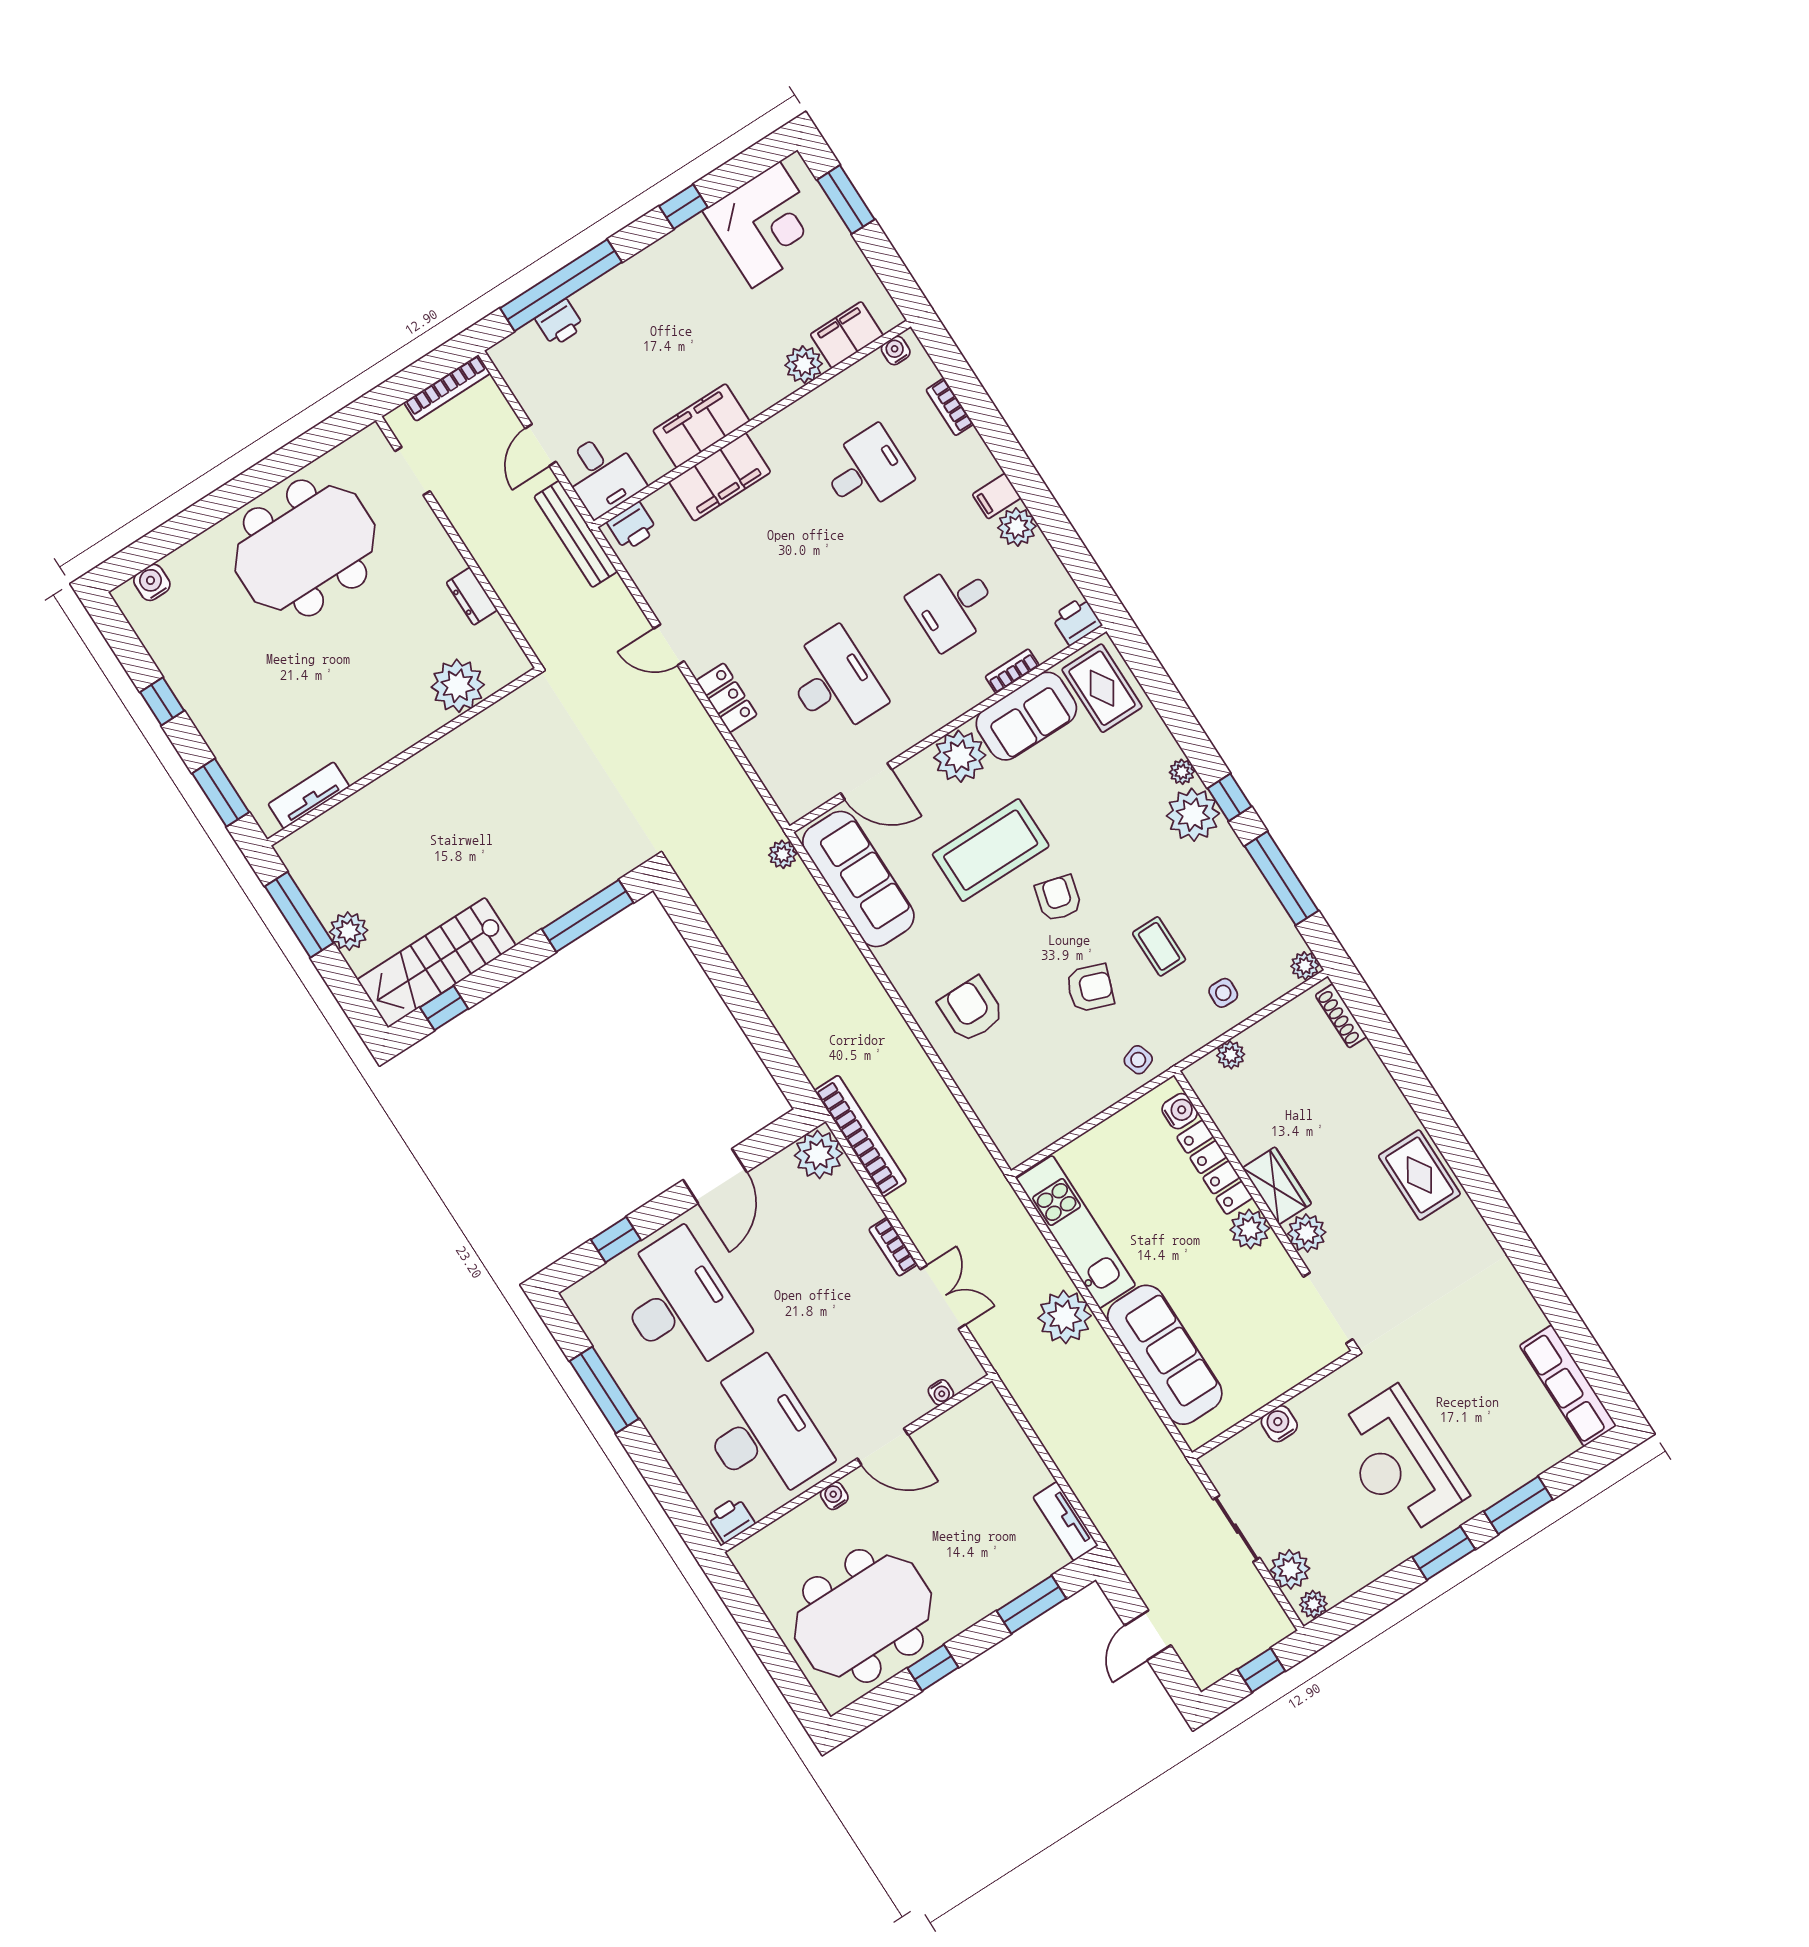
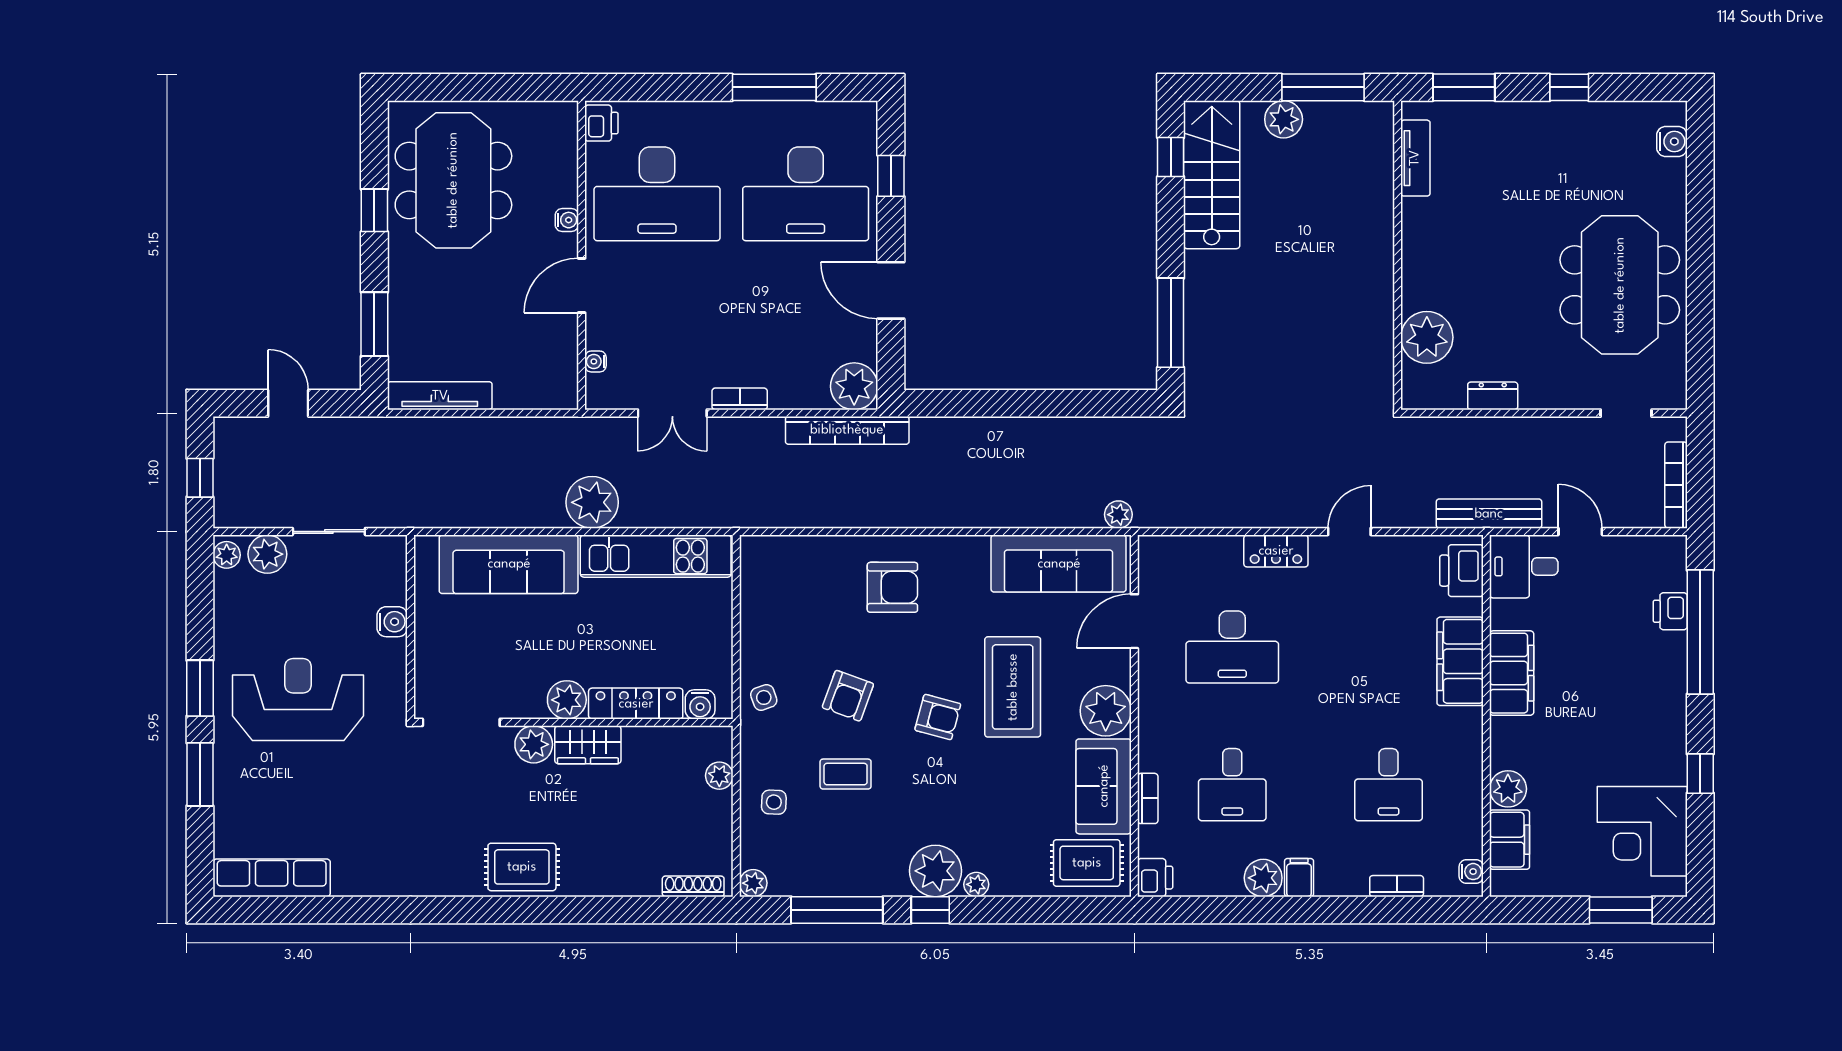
printer: (632, 526) -> (1462, 571), width x1.36, depth x1.24
desk: (953, 606) -> (1232, 785), turned 180
tv unit: (1065, 1521) -> (440, 396), width x1.41

